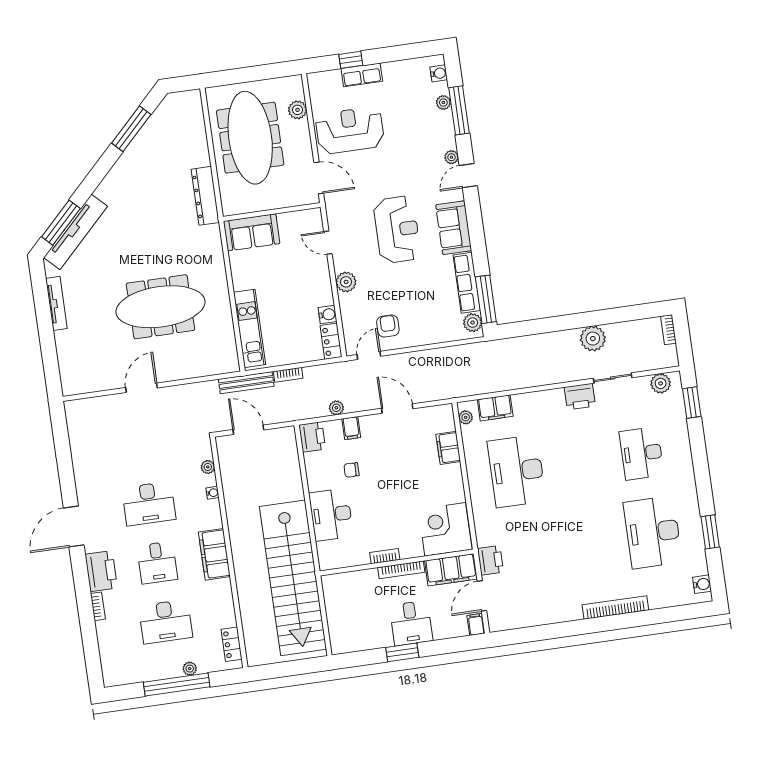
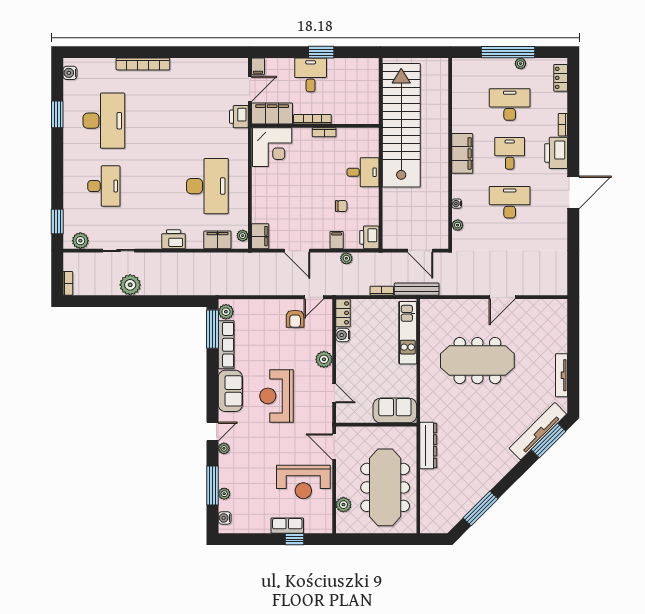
printer: (580, 397) -> (174, 239), moved
filing cabinet: (448, 448) -> (260, 236), moved
desk: (331, 515) -> (363, 172), width x0.73
locker: (232, 644) -> (561, 78), moved, turned 180
plant: (190, 669) -> (521, 64), moved

